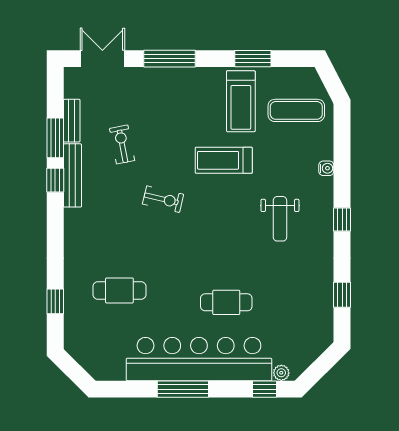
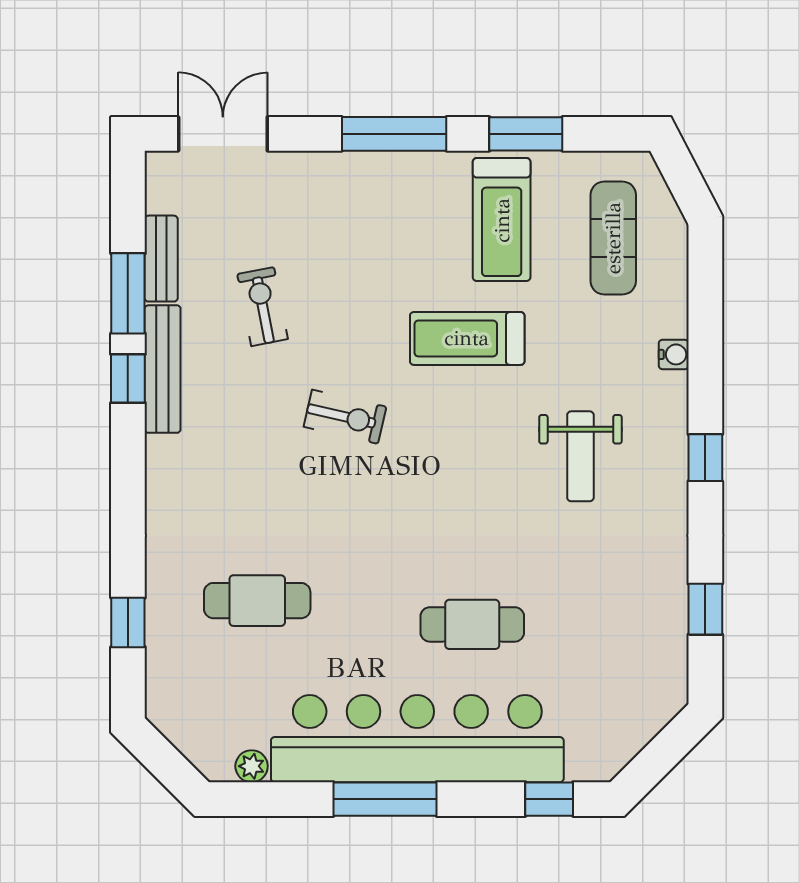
window: (170, 59) -> (394, 134), moved
exercise mat: (296, 110) -> (613, 238), turned 90
plant: (281, 373) -> (252, 766), moved

